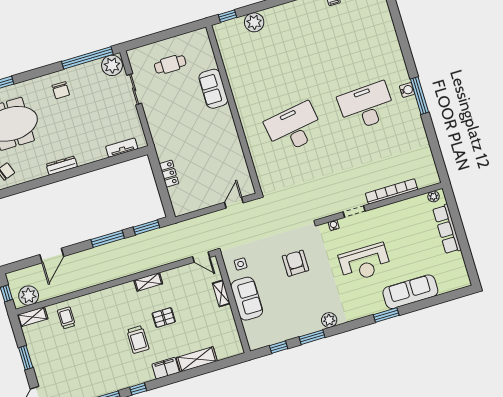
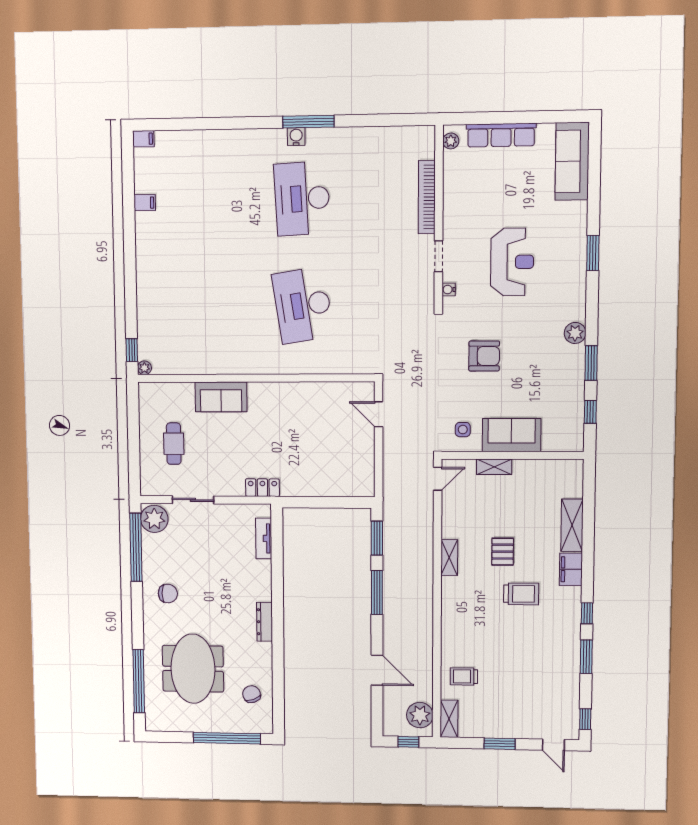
plant: (254, 22) -> (144, 368), moved, width x0.53, depth x0.53
locker: (169, 174) -> (262, 488), moved
armchair: (295, 263) -> (484, 356), turned 180
sofa: (410, 292) -> (572, 161), moved

